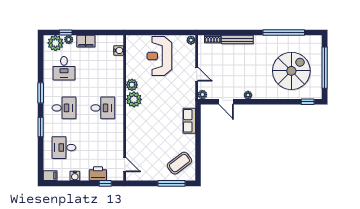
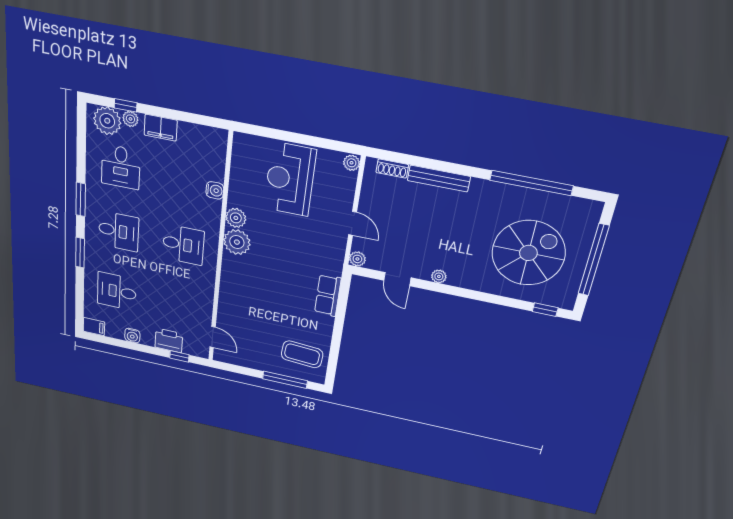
water cooler: (119, 50) -> (215, 190), moved
coffee table: (179, 163) -> (302, 354), turned 41

